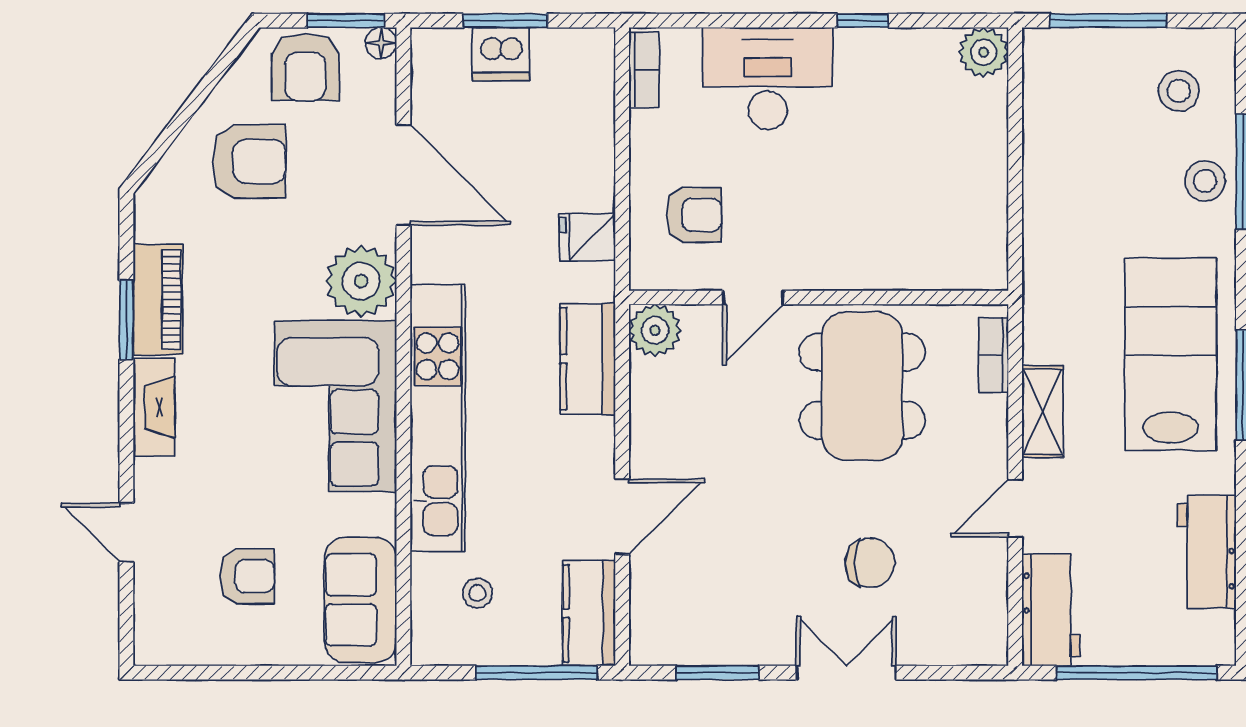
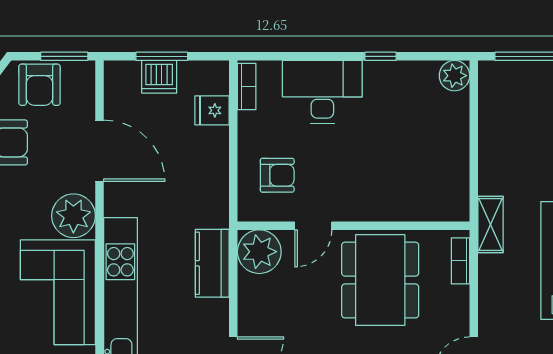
floor lamp: (381, 43) -> (86, 70), removed
fridge: (587, 237) -> (212, 110), moved
plant: (655, 330) -> (259, 252), width x1.36, depth x1.36
shelving: (1043, 411) -> (491, 224), moved

